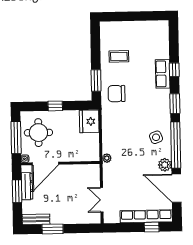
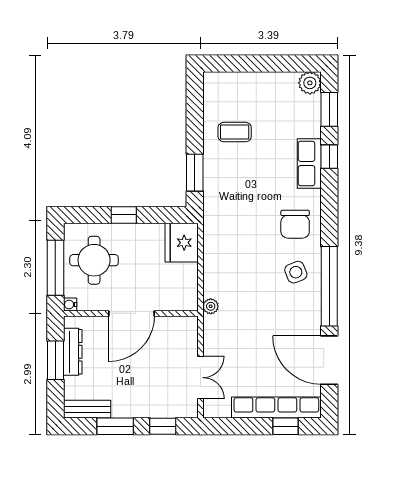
chair: (117, 94) -> (295, 224), moved, turned -90
window: (175, 104) -> (329, 109), moved
door: (45, 163) -> (132, 313), moved
plant: (165, 165) -> (310, 83), moved
double door: (102, 200) -> (200, 378), swing flipped
window: (80, 228) -> (163, 426), added

